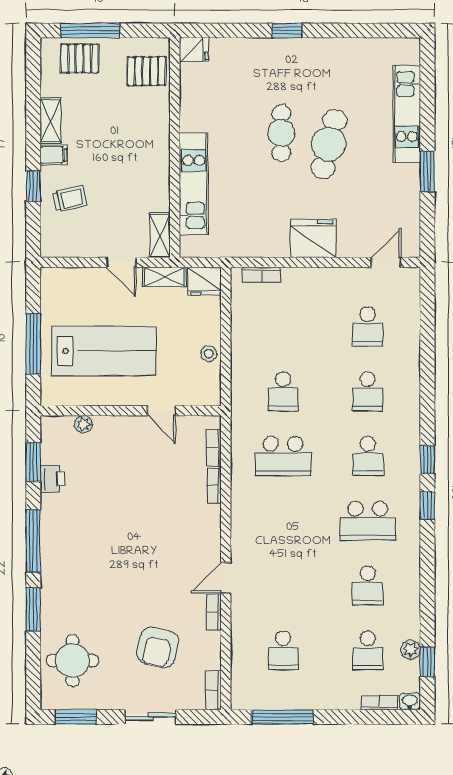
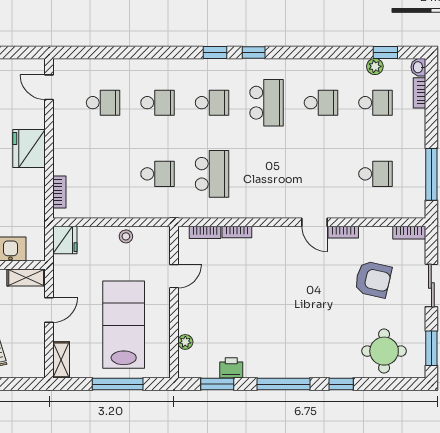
shelving: (164, 277) -> (61, 360), moved
window: (33, 610) -> (341, 384), width x0.67

